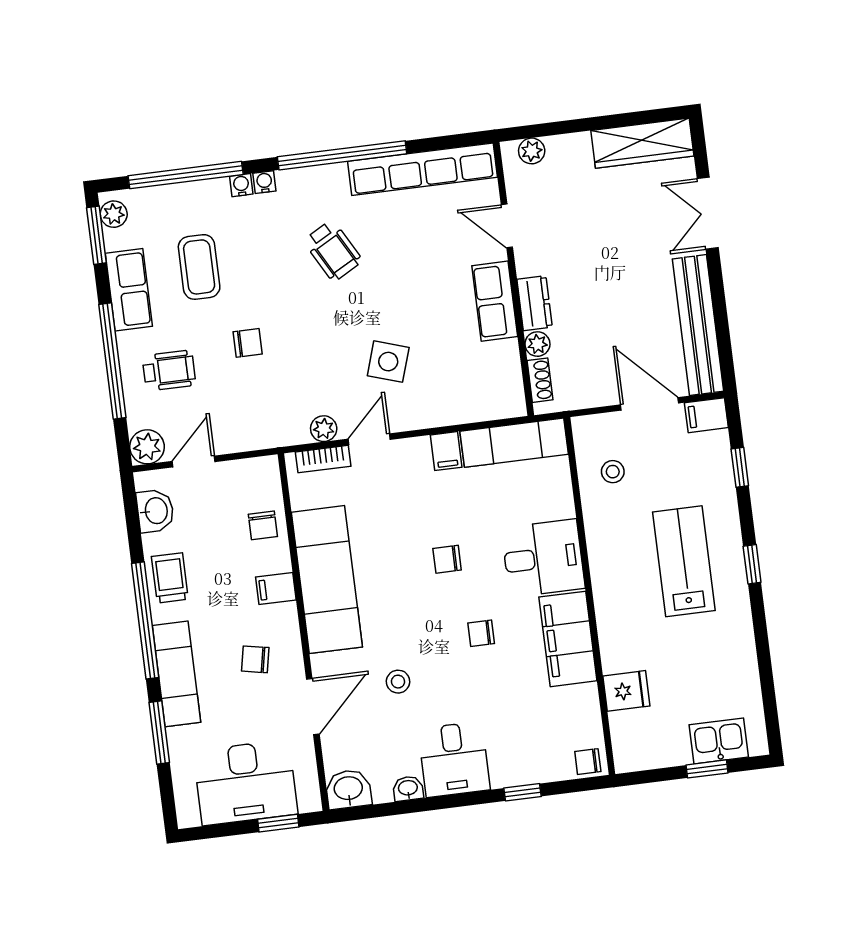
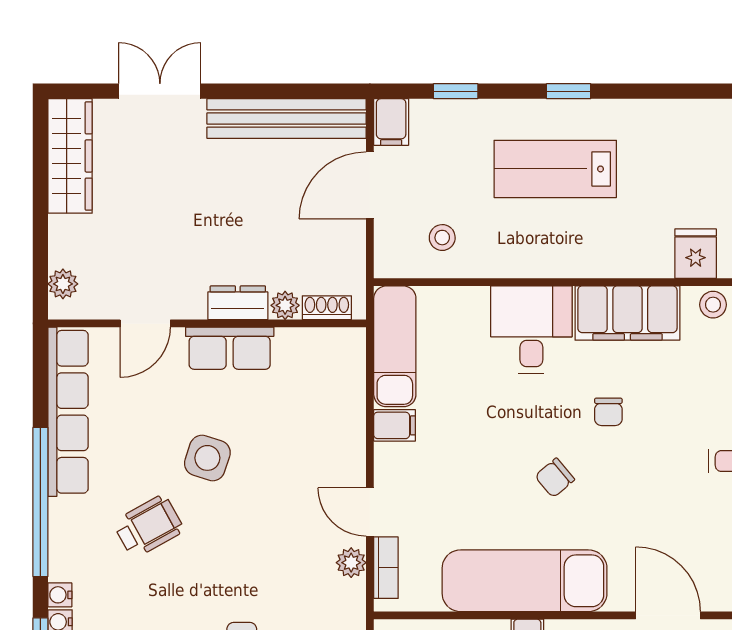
double door: (708, 213) -> (160, 91), swing flipped
side table: (388, 362) -> (207, 458), moved
chair: (447, 559) -> (555, 478), moved, turned 50
stool: (398, 682) -> (713, 305), moved

